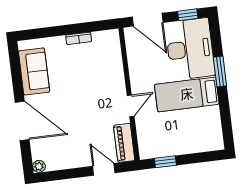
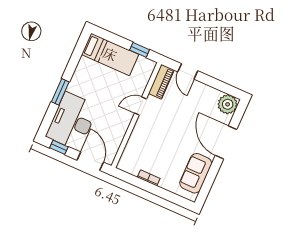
bed: (187, 94) -> (110, 54), moved
plant: (39, 166) -> (228, 104), width x1.87, depth x1.87

